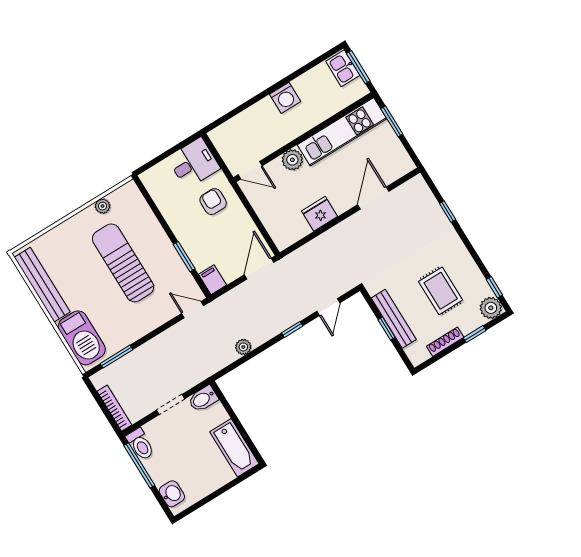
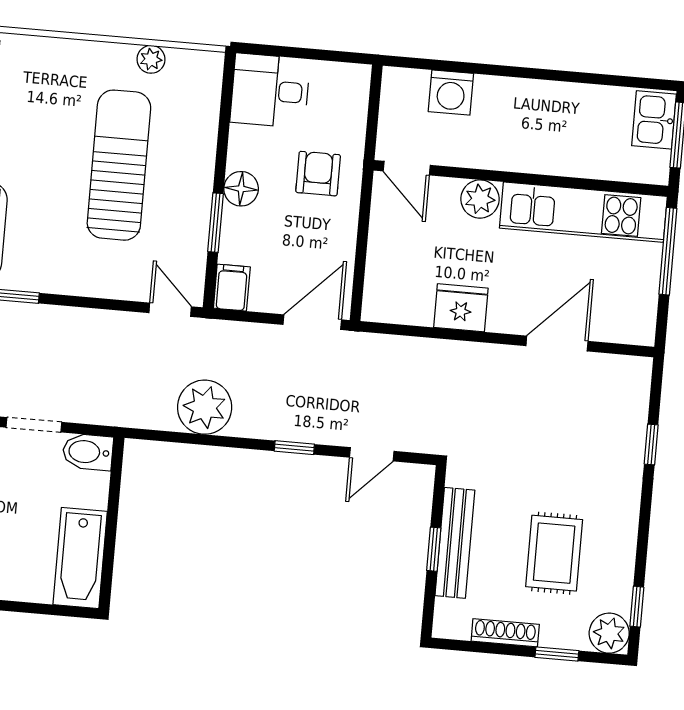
washing machine: (285, 98) -> (451, 93), moved
window: (392, 121) -> (668, 251), width x1.44
desk: (194, 163) -> (270, 91), moved, turned 180
floor lamp: (184, 233) -> (241, 189), added
plant: (243, 347) -> (205, 407), width x1.87, depth x1.87

